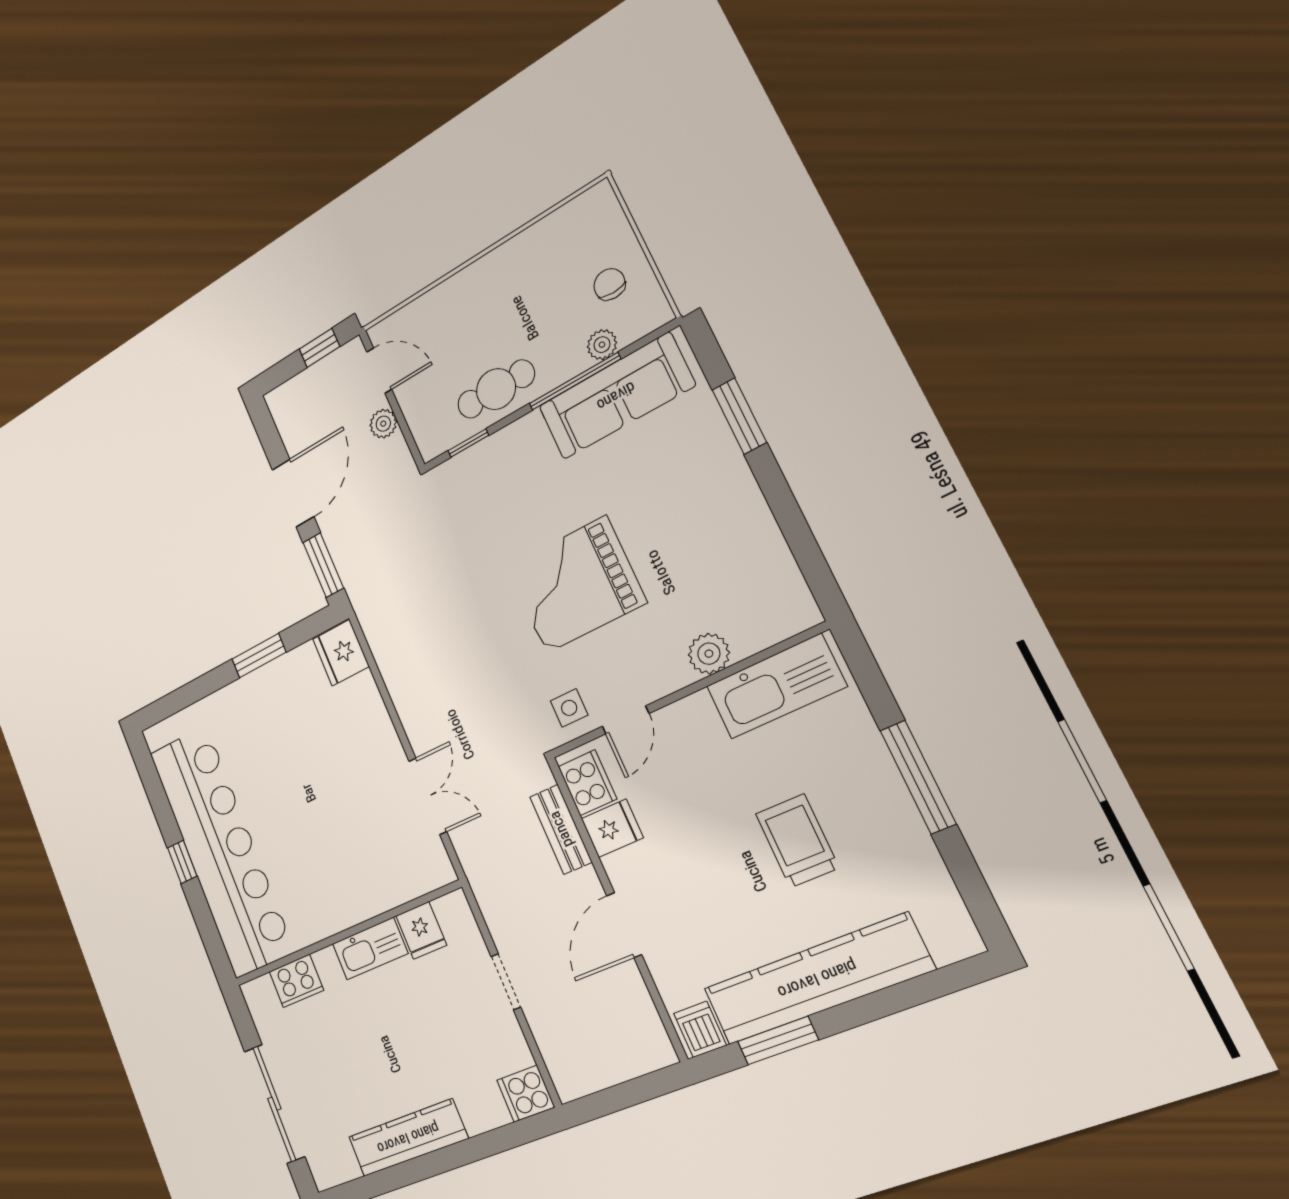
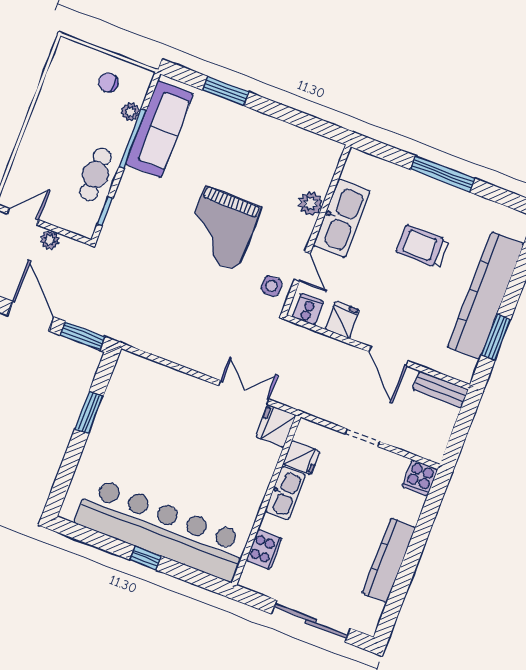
fridge: (341, 653) -> (276, 426), moved, turned 90
kitchen sink: (776, 686) -> (341, 218), moved
cooker: (587, 783) -> (308, 309), width x0.73
bench: (561, 829) -> (440, 389), moved
dishwasher: (700, 1029) -> (462, 367), removed

